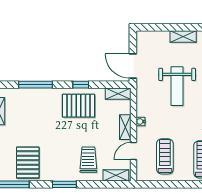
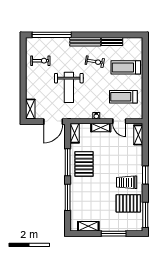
shelving: (183, 37) -> (30, 109), moved
window: (81, 85) -> (68, 162), width x2.17
weight bench: (177, 86) -> (69, 87), turned 90
trolley: (88, 160) -> (127, 182), moved

